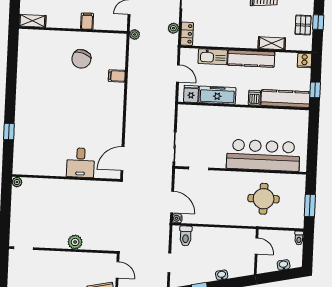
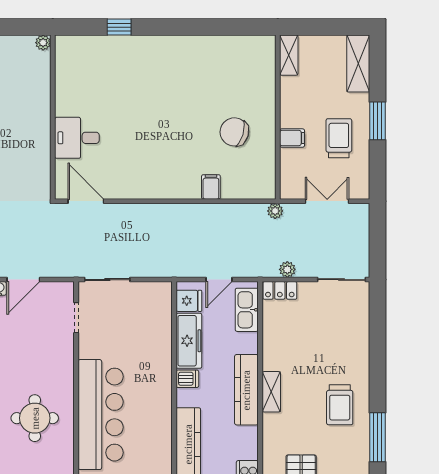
shelving: (272, 43) -> (271, 392), moved
kitchen sink: (213, 57) -> (247, 310), moved
dishwasher: (254, 98) -> (187, 379), moved

